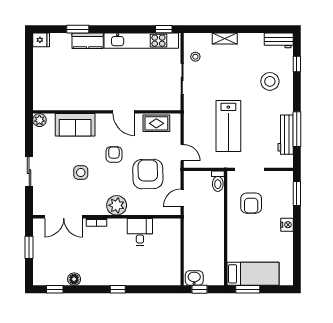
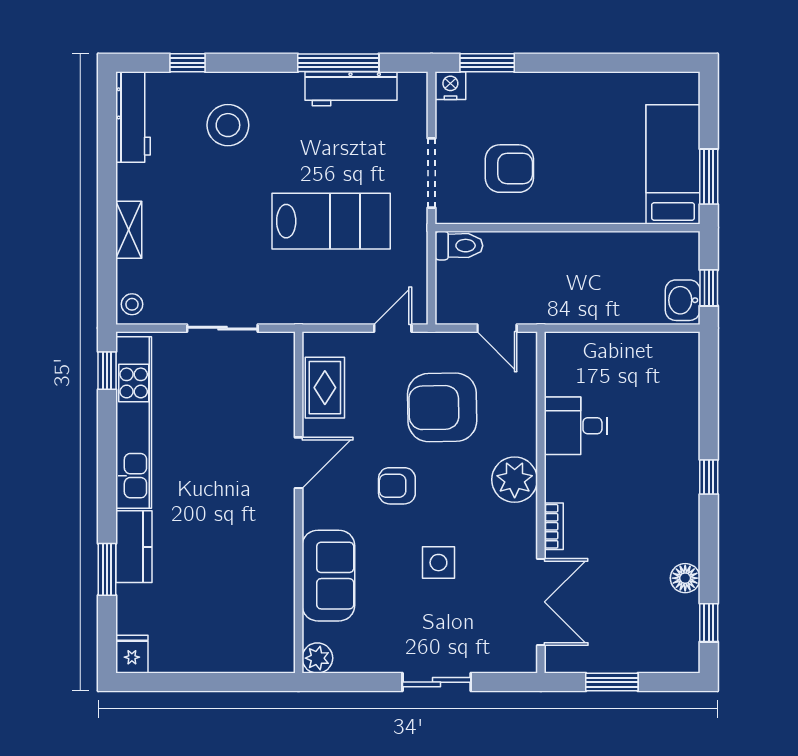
workbench: (279, 40) -> (133, 117), width x1.38
stool: (195, 57) -> (132, 304), moved
nightstand: (287, 225) -> (450, 86), moved

